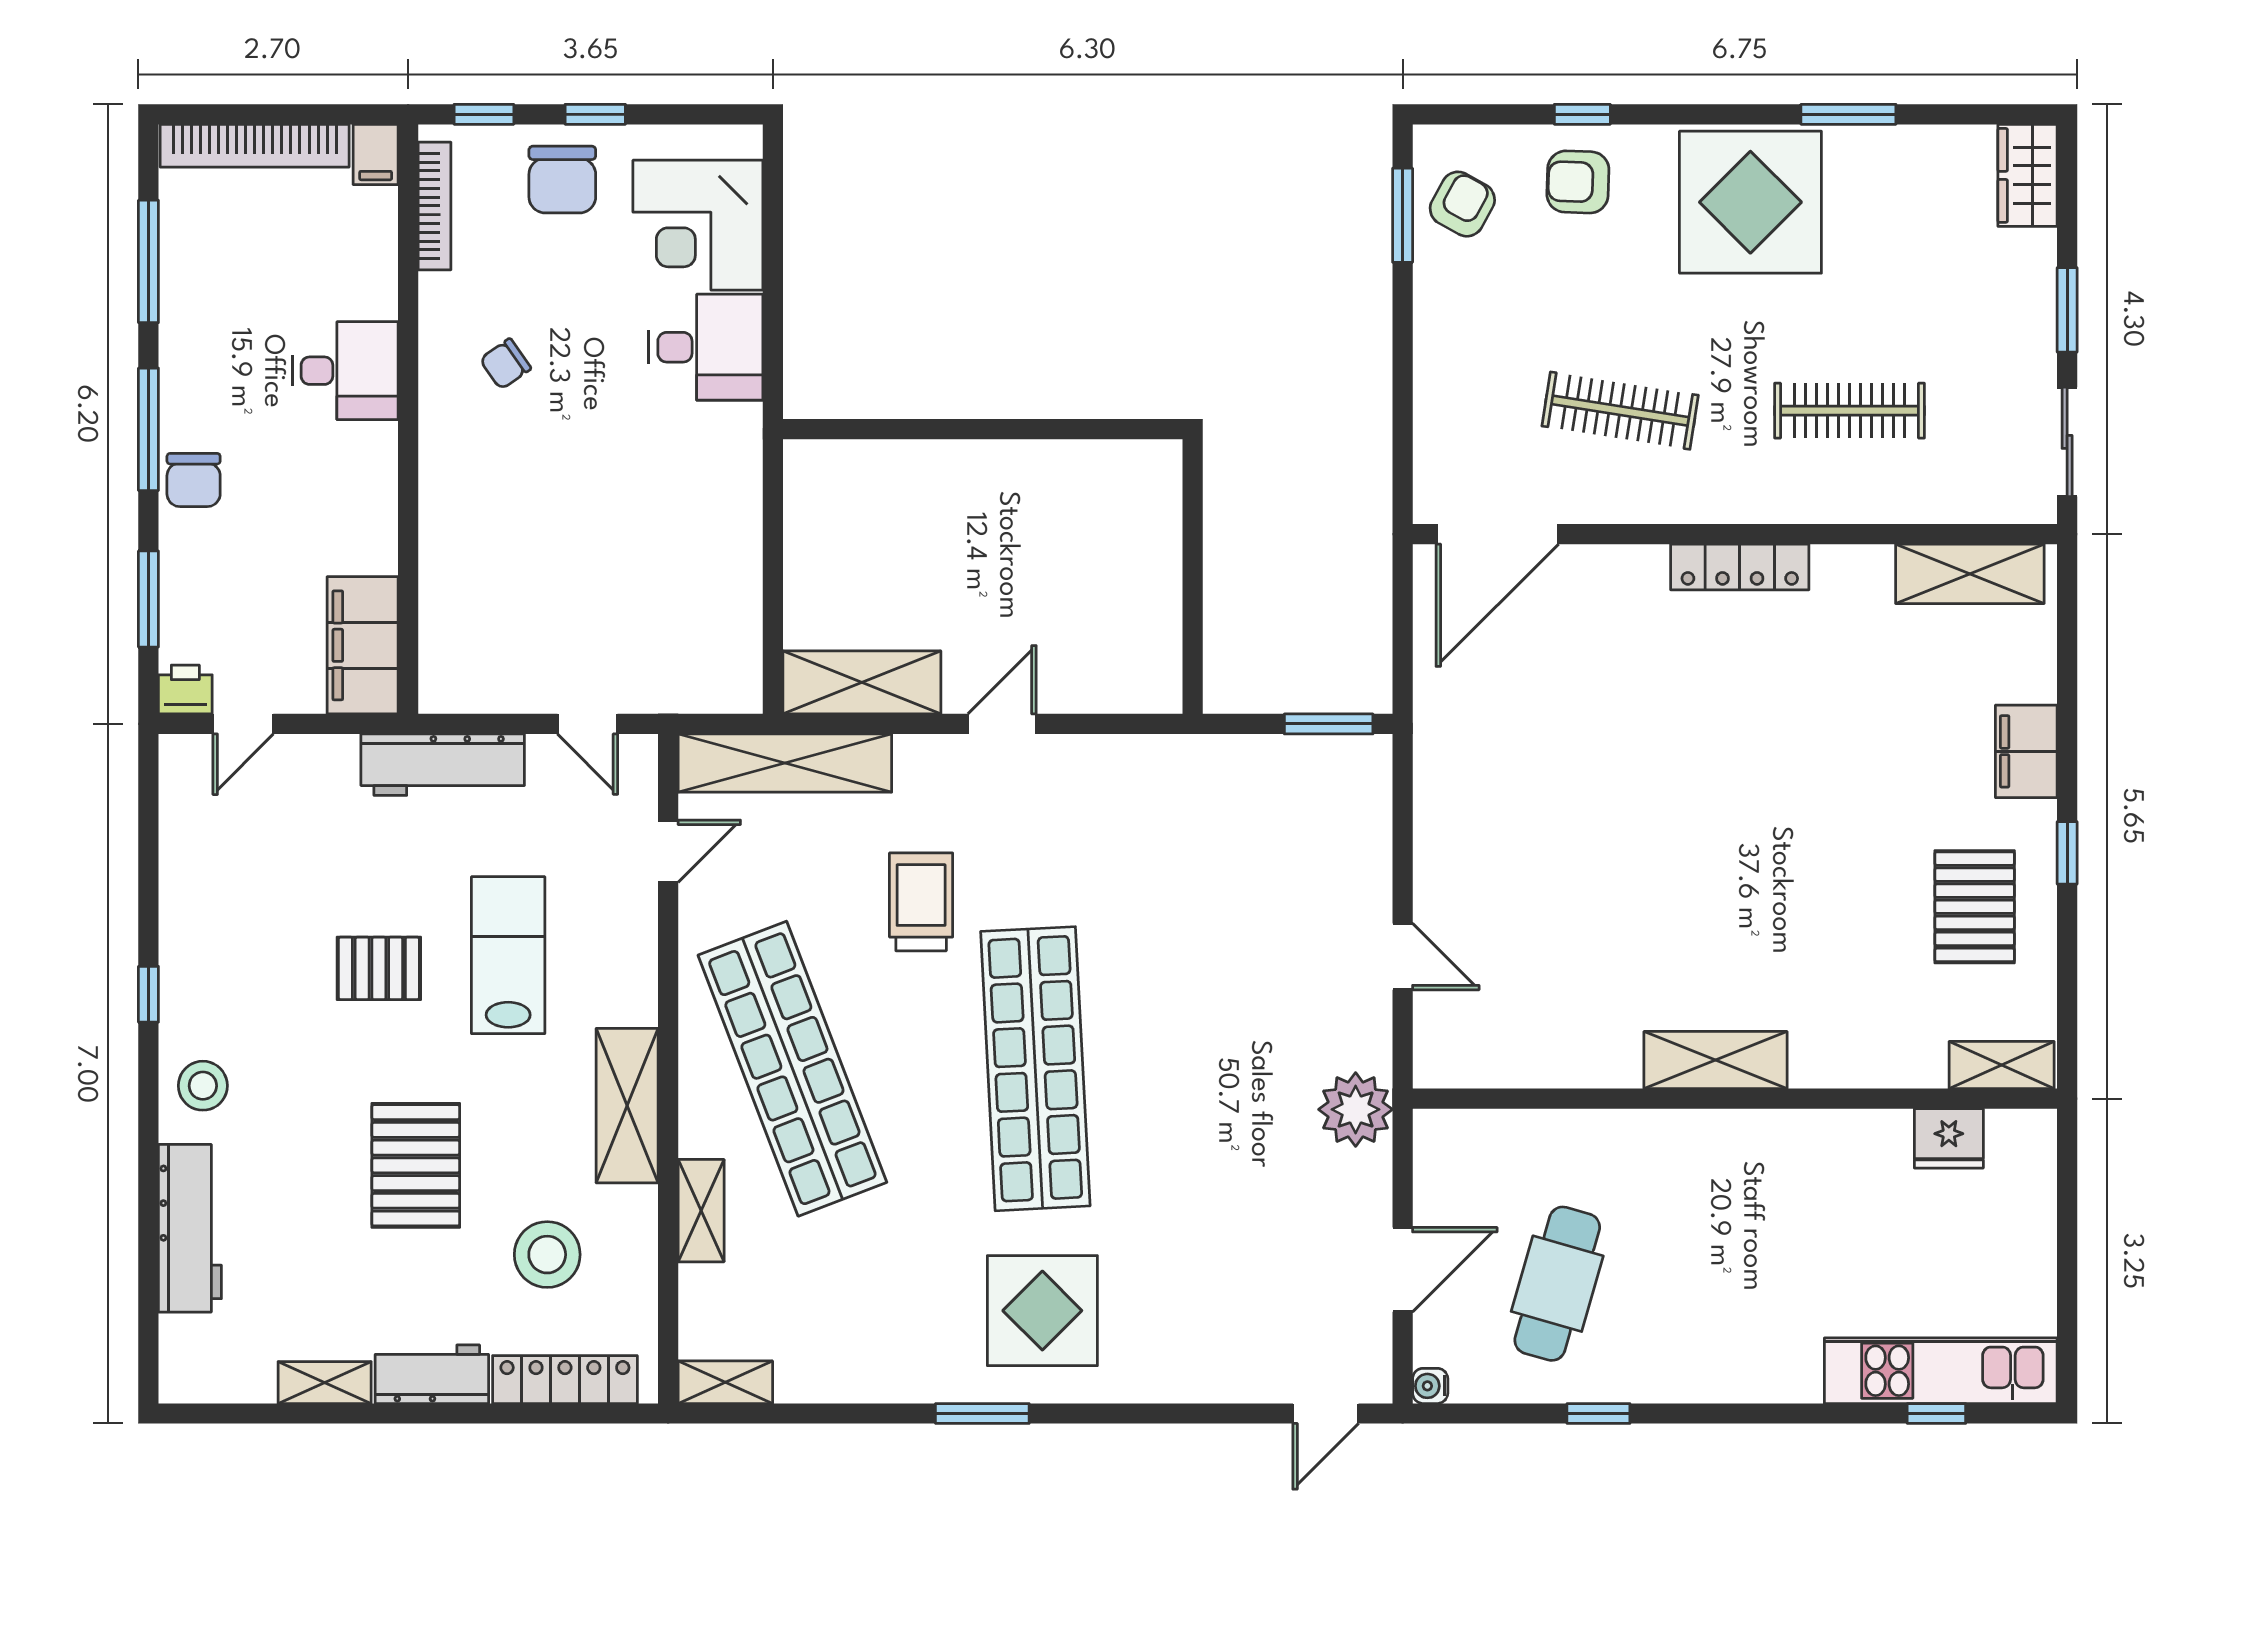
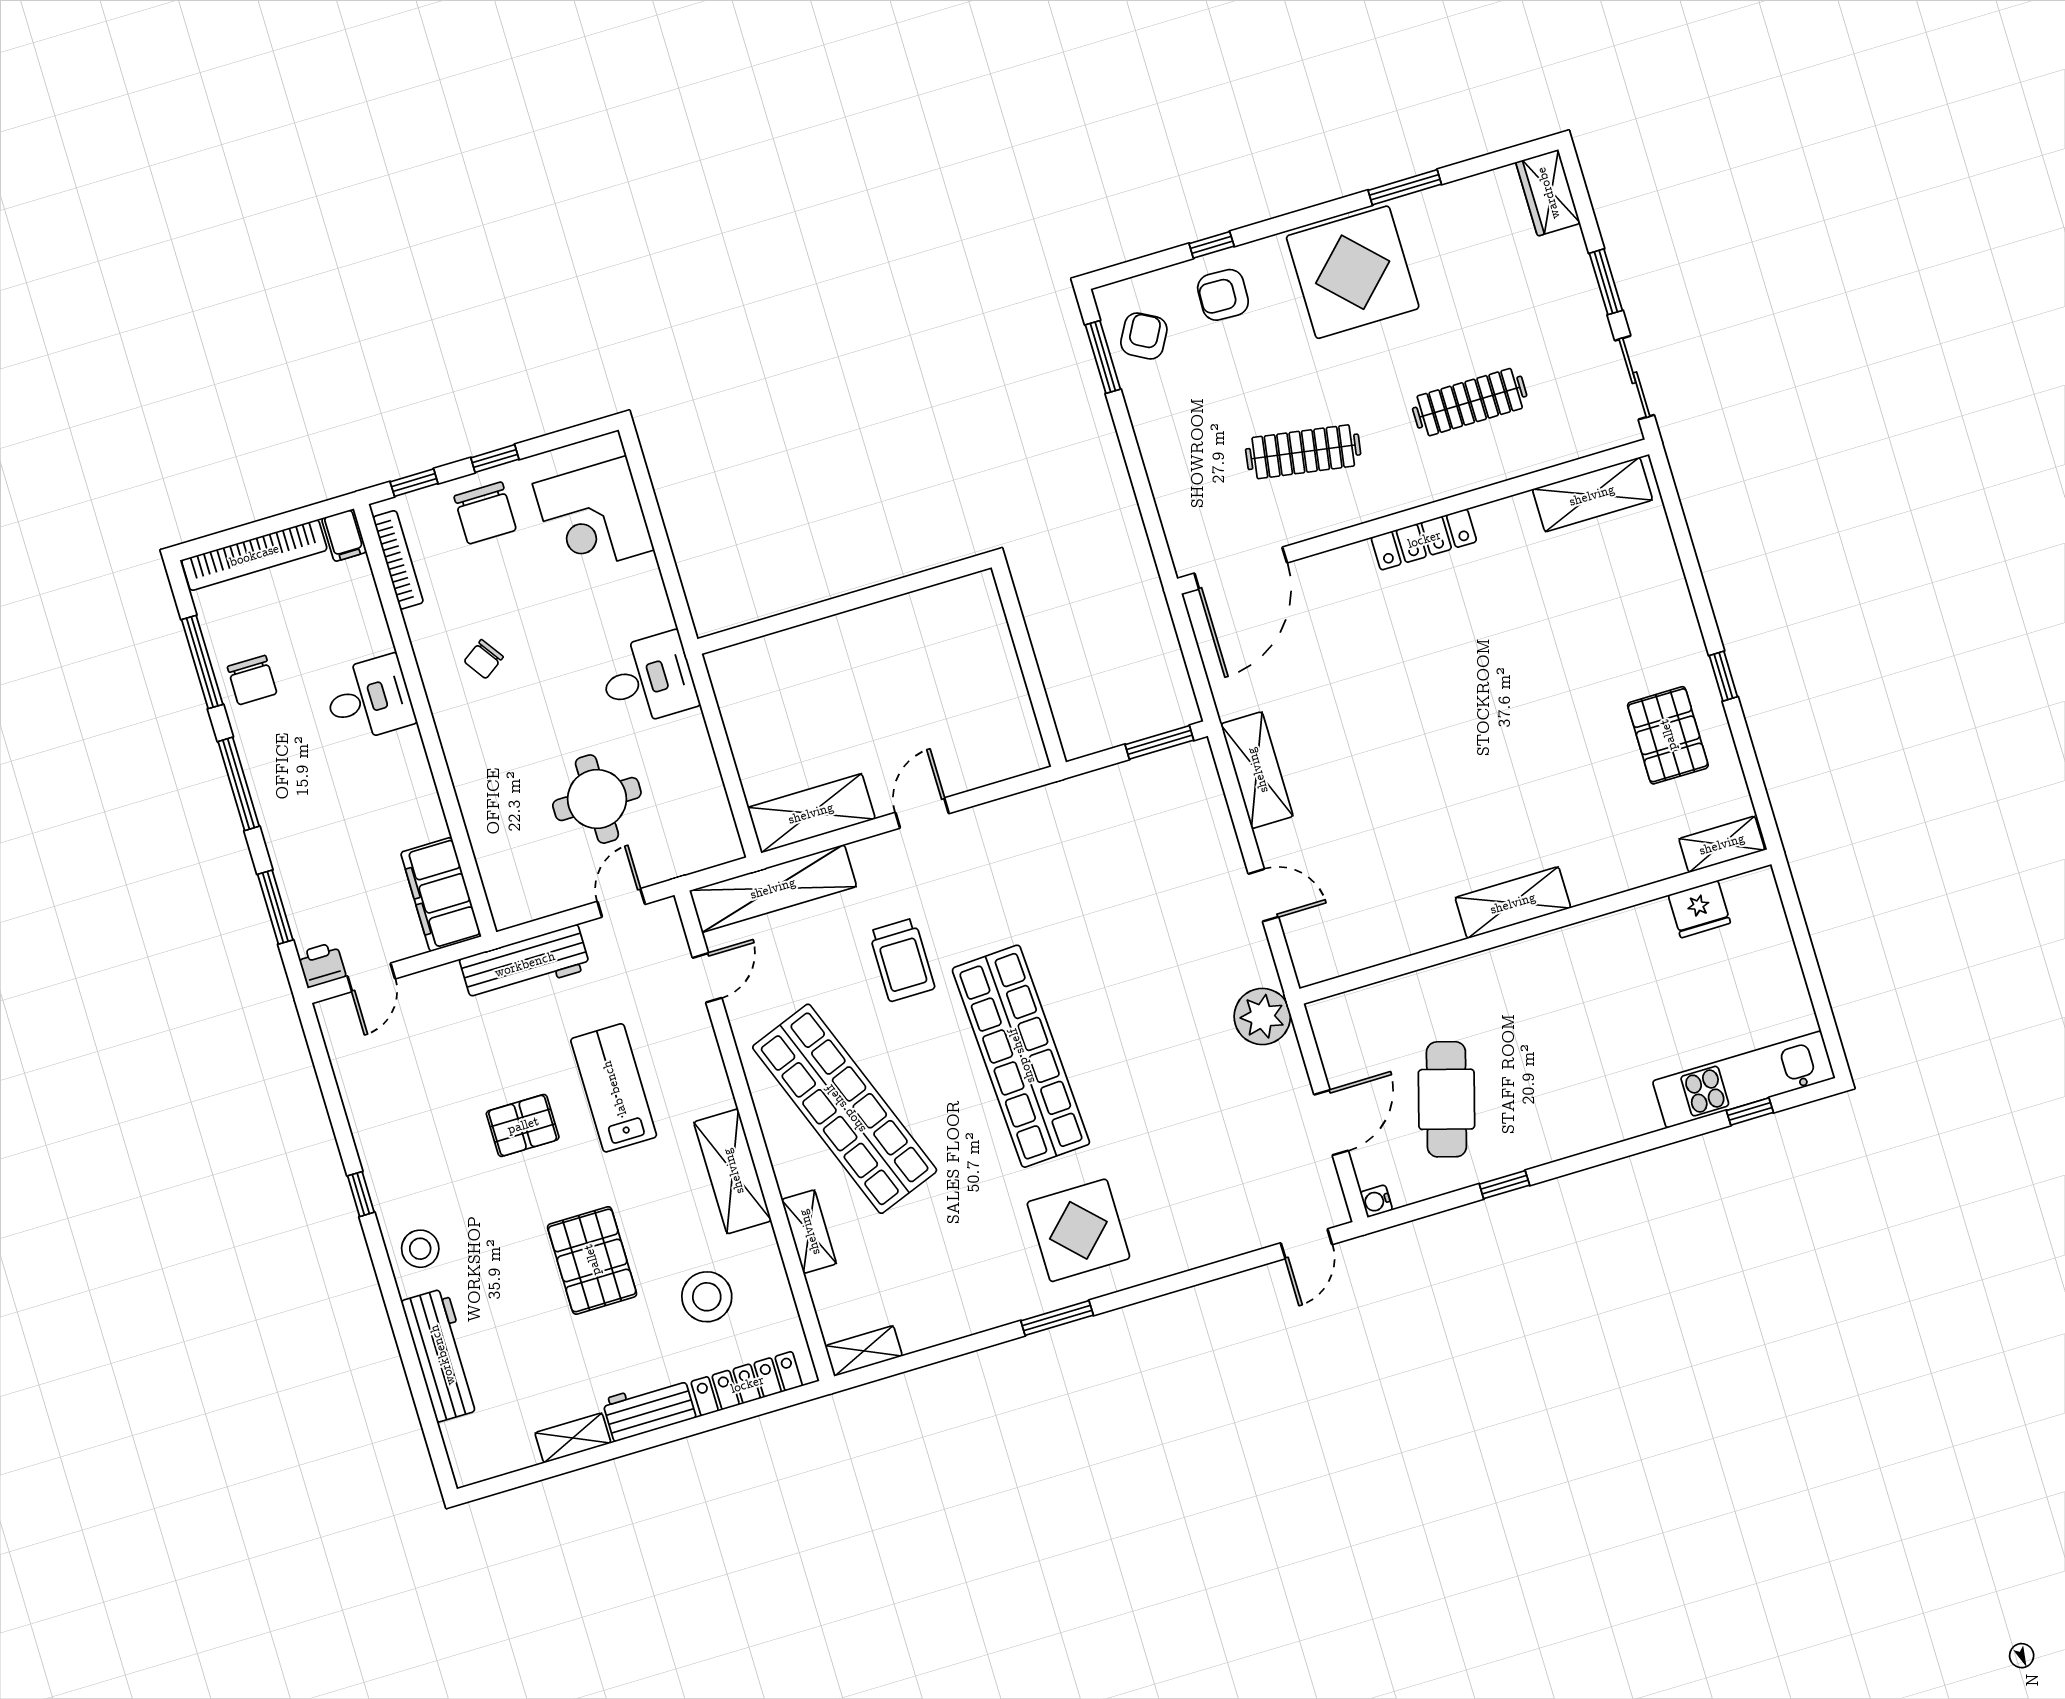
desk: (706, 347) -> (648, 679), moved
chair: (194, 480) -> (252, 680), moved
round table: (596, 584) -> (597, 799), added
door: (588, 724) -> (621, 903), swing flipped
filing cabinet: (2026, 751) -> (1672, 611), removed
shelving: (1441, 796) -> (1257, 770), added
trolley: (921, 902) -> (902, 960), turned 180

